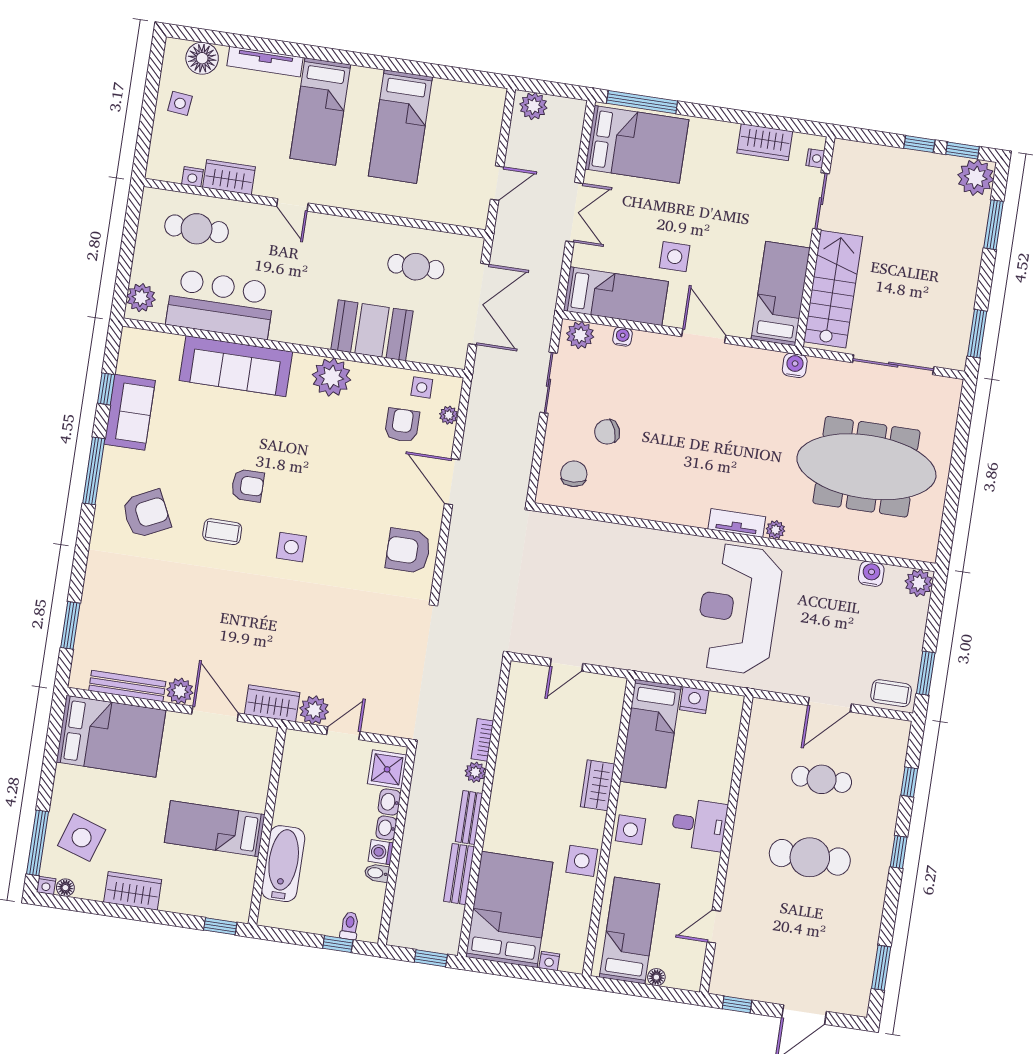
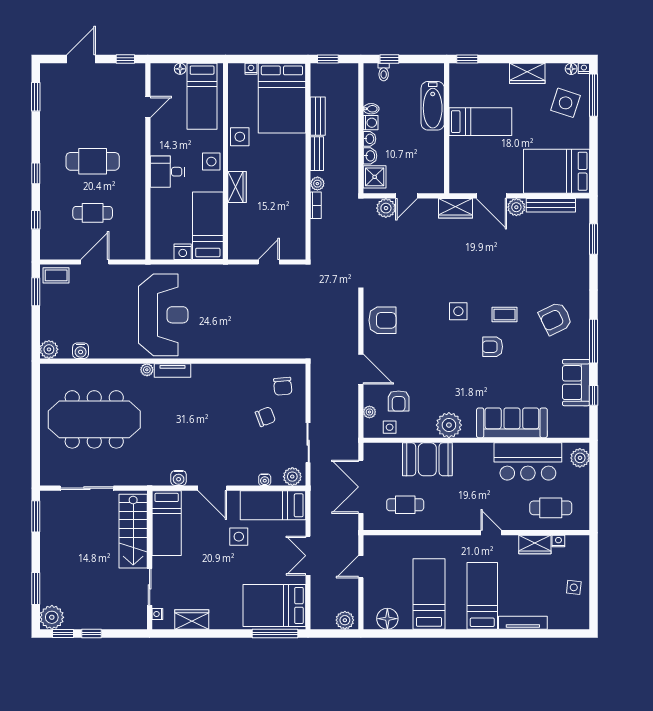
floor lamp: (202, 58) -> (387, 619), moved
water cooler: (795, 365) -> (179, 478), moved
plant: (314, 710) -> (386, 208), moved

